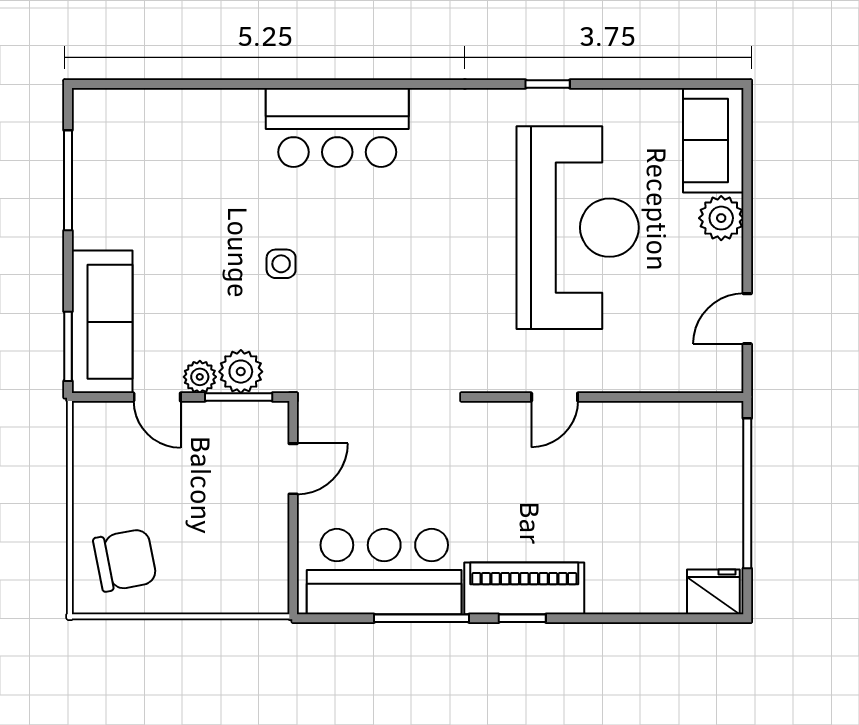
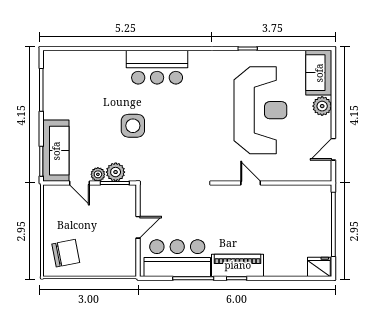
side table: (281, 264) -> (133, 126), width x1.87, depth x1.87
door: (555, 397) -> (251, 183), swing flipped
door: (293, 469) -> (138, 227), moved

